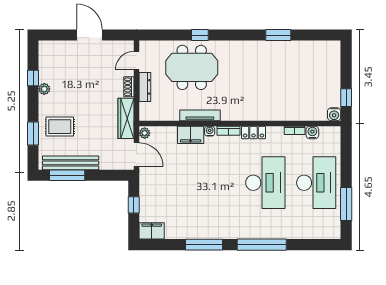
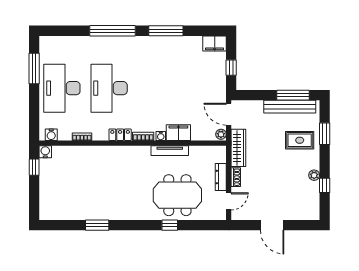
water cooler: (312, 133) -> (51, 135), moved

